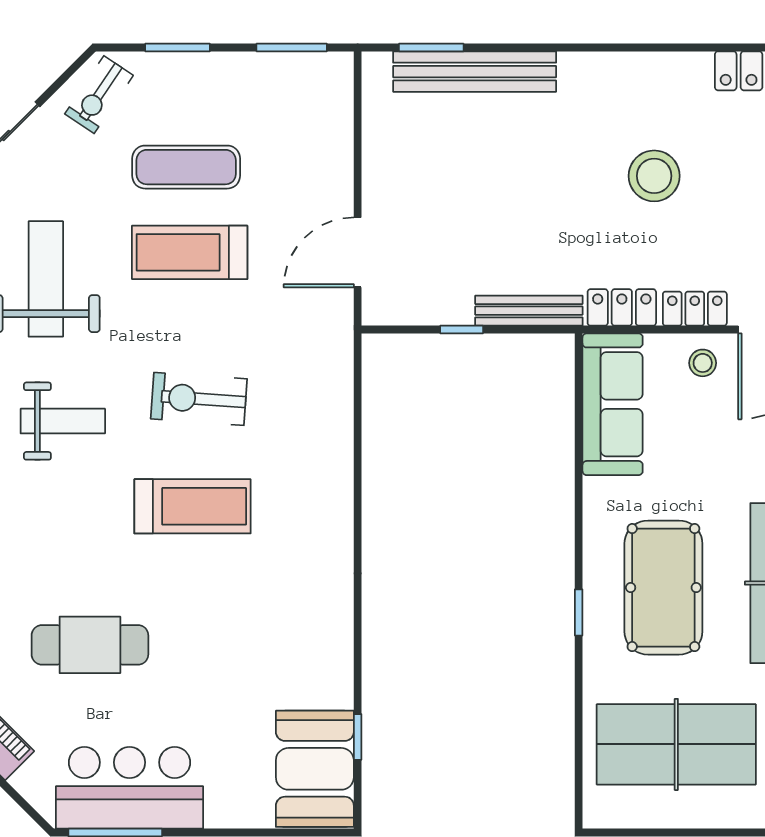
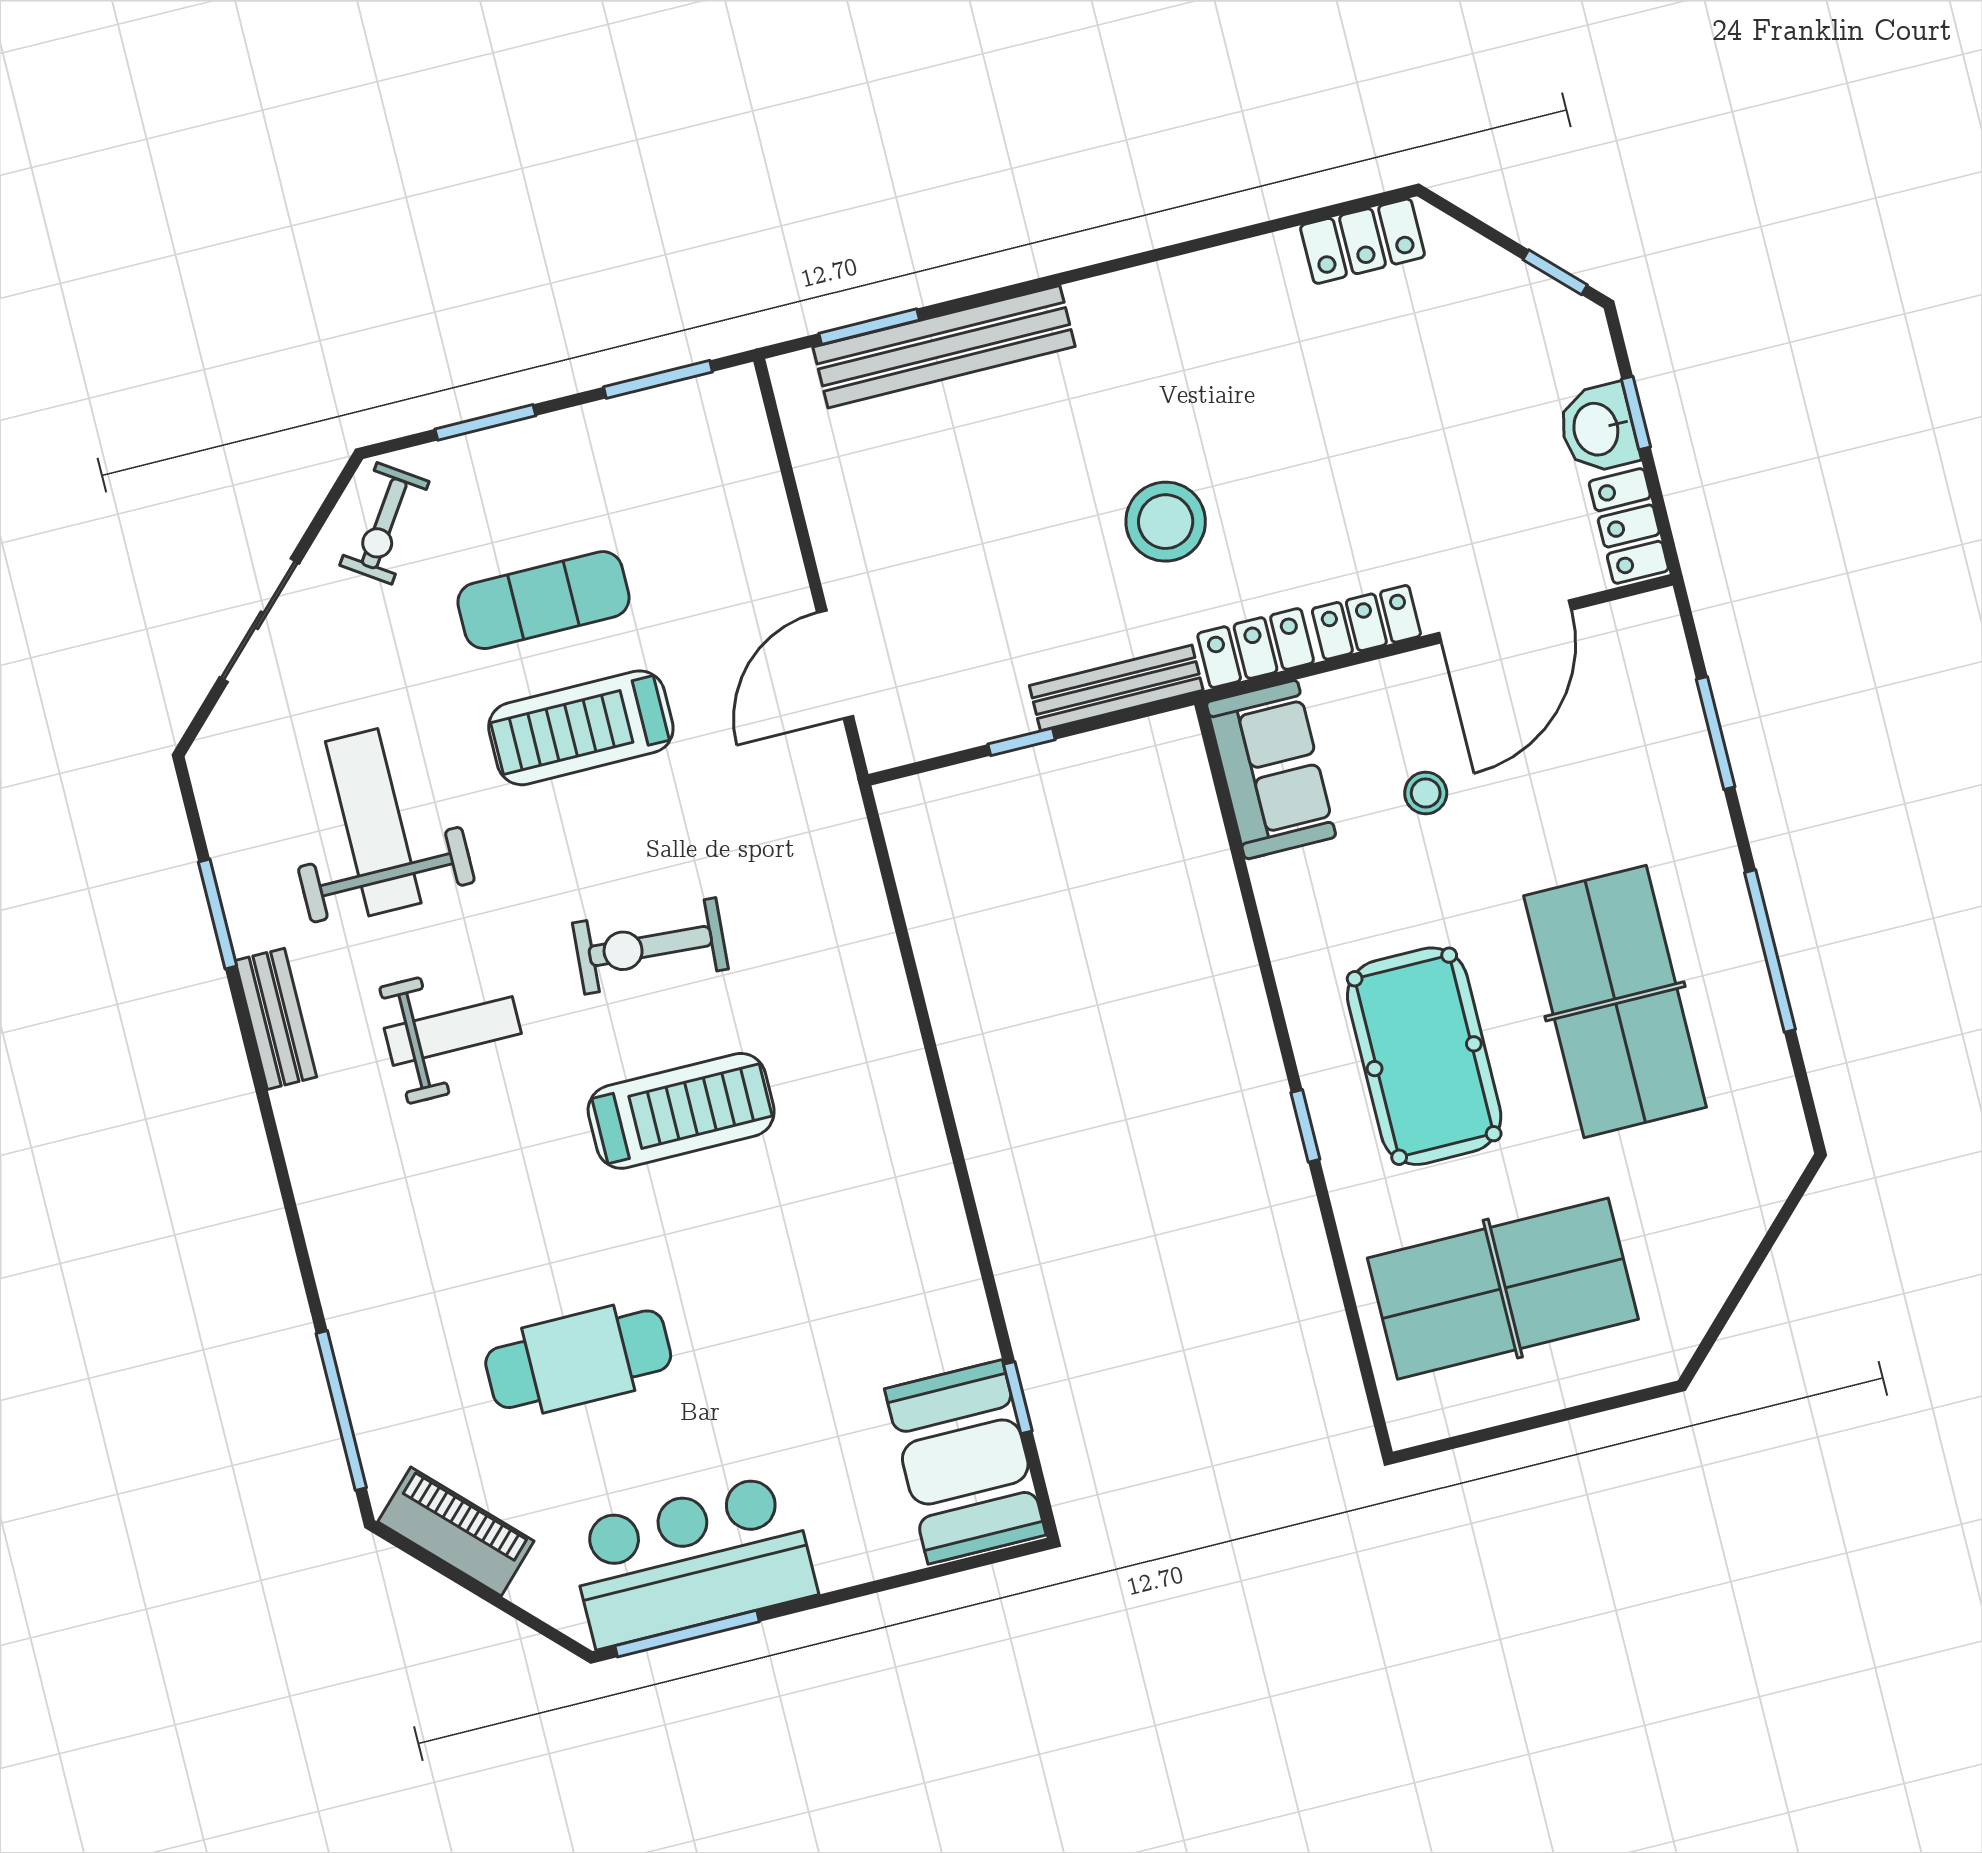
stool: (654, 176) -> (1166, 522), moved
stool: (703, 363) -> (1426, 793), moved
sofa: (613, 404) -> (1271, 770), width x0.73

